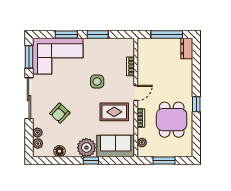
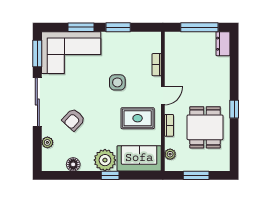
plant: (38, 143) -> (48, 155), removed

